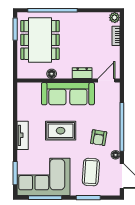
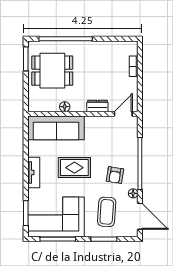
plant: (115, 18) -> (132, 47), removed
dining table: (40, 40) -> (52, 71), width x0.73
sofa: (68, 94) -> (56, 128), moved

